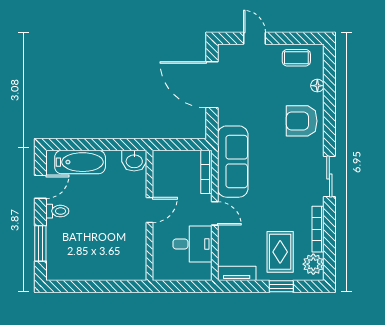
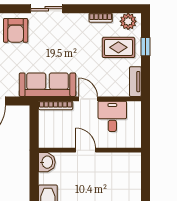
sliding door: (329, 177) -> (47, 9), moved
door: (215, 213) -> (88, 99), hinge flipped
bookcase: (318, 229) -> (101, 18), width x0.64

